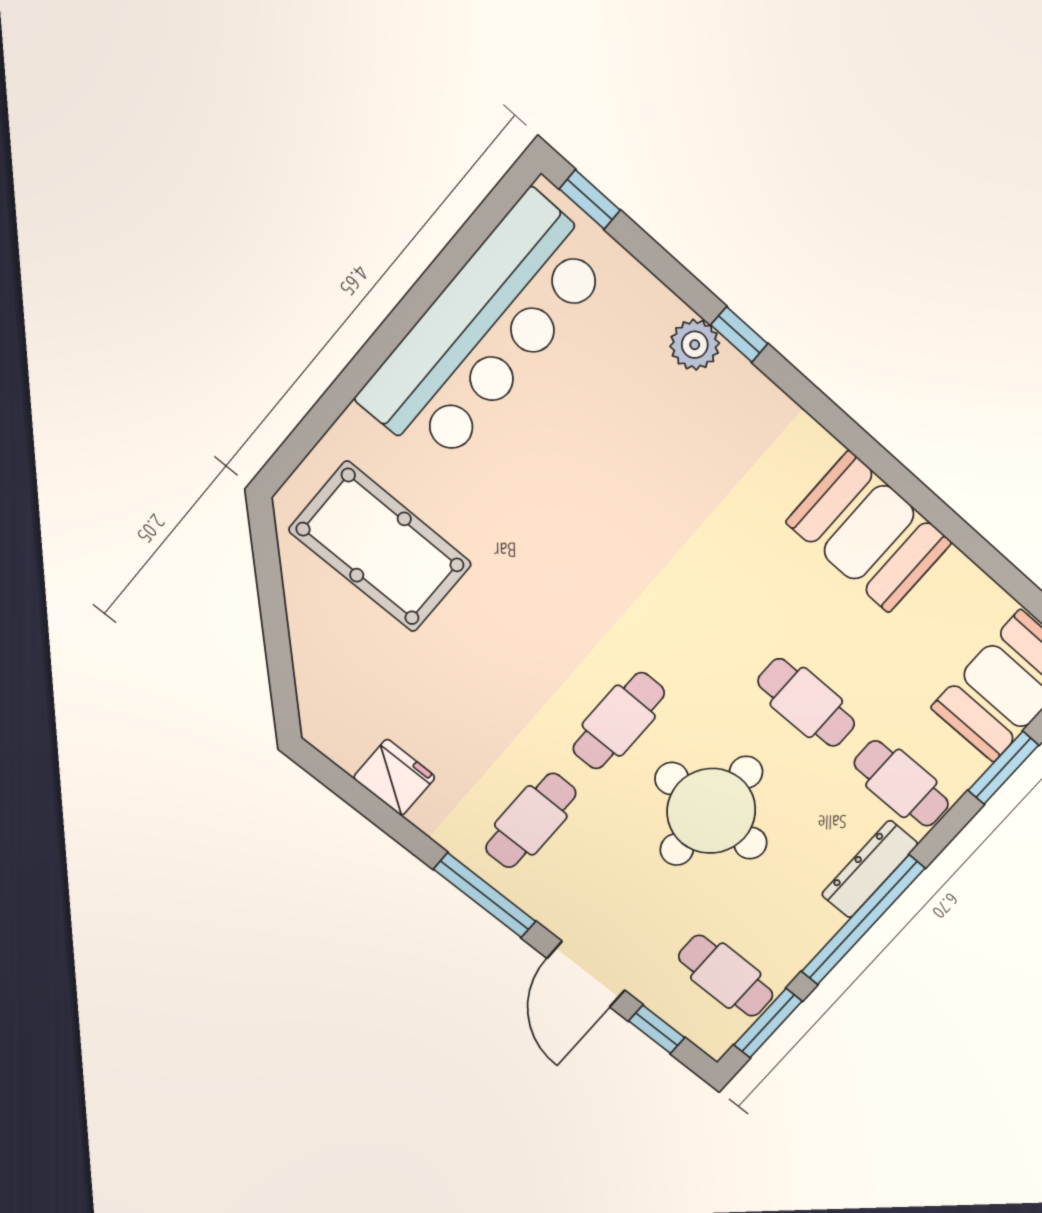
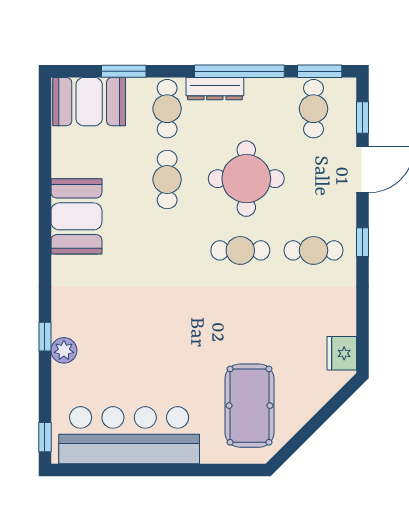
fridge: (394, 777) -> (342, 353), moved
window: (485, 895) -> (362, 242), width x0.46

